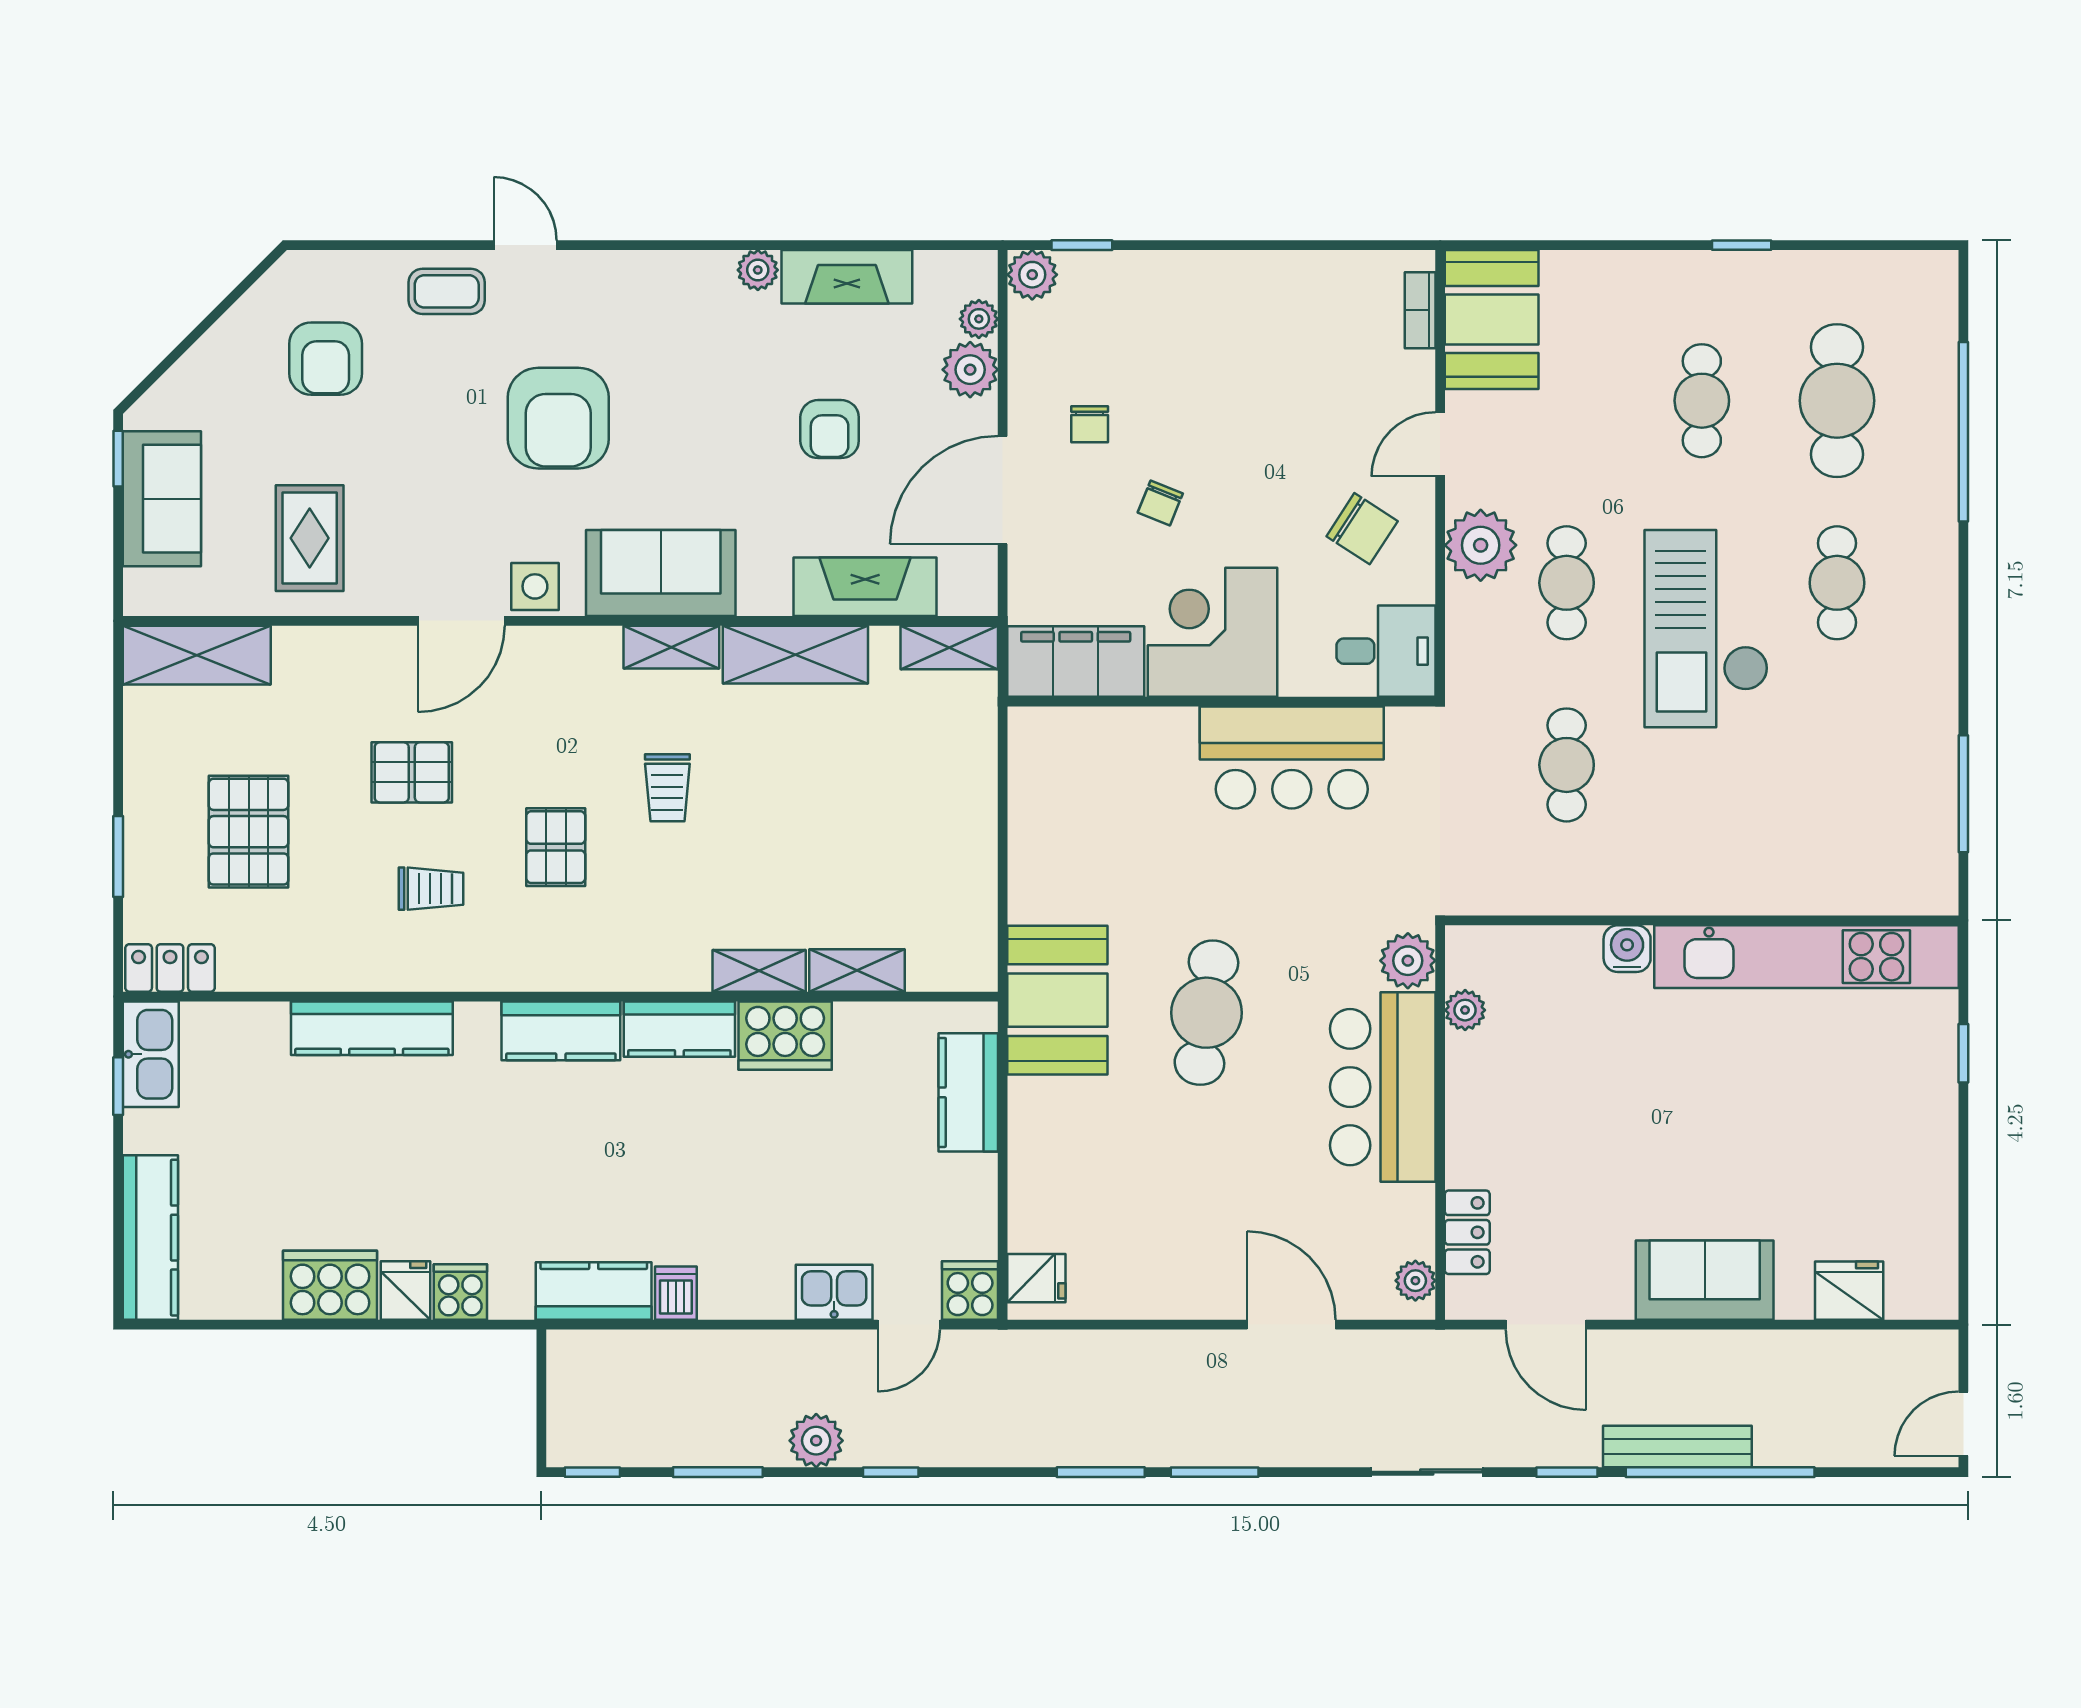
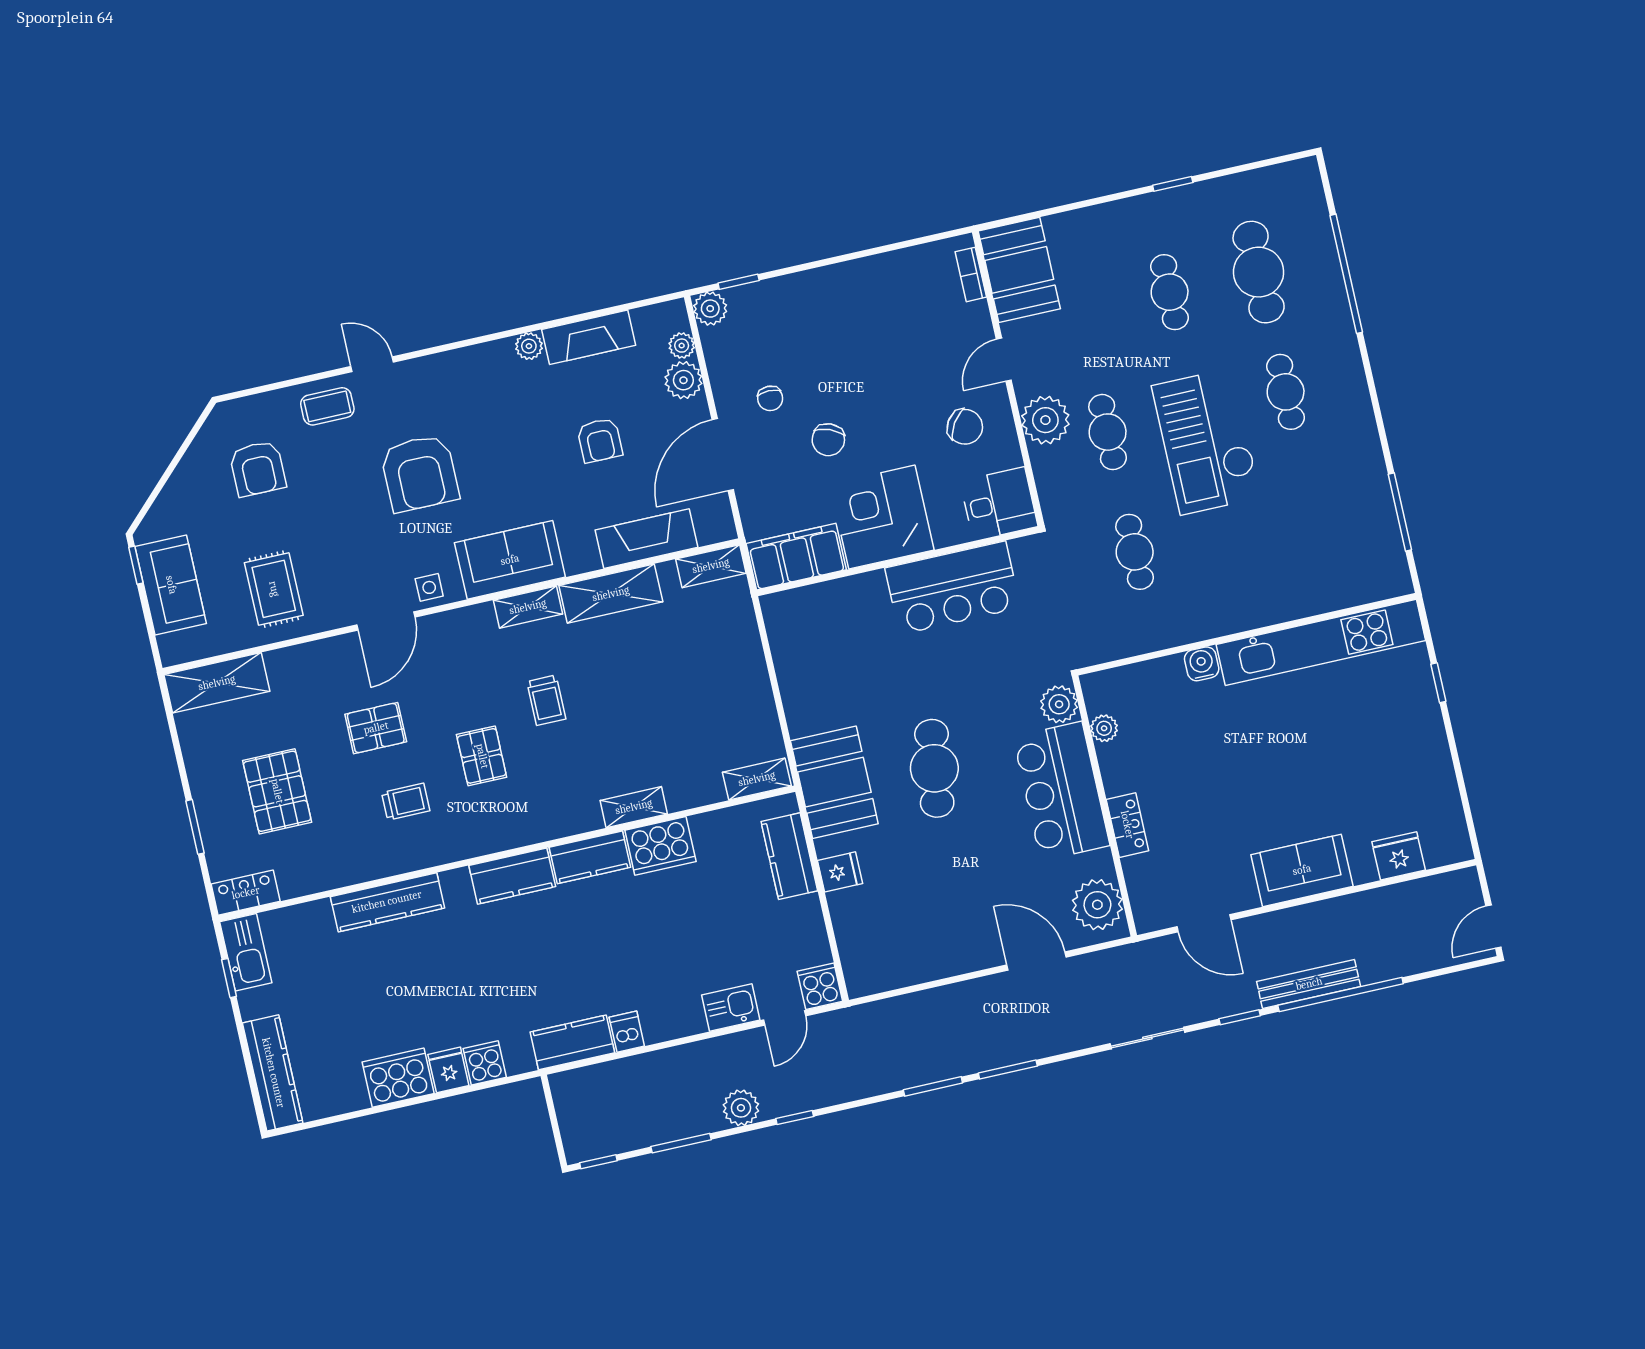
chair: (1160, 503) -> (828, 440), width x1.37, depth x1.37
side table: (535, 586) -> (429, 587), width x0.73, depth x0.73
shelving: (857, 970) -> (757, 779), moved
locker: (1467, 1232) -> (1127, 825), moved
fridge: (1036, 1278) -> (840, 872), moved
plant: (1415, 1281) -> (1097, 905), width x1.87, depth x1.87

